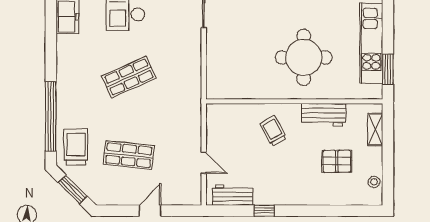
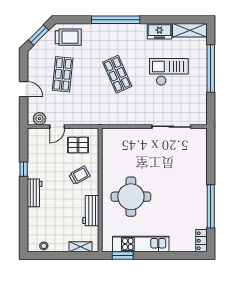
window: (51, 116) -> (116, 20), moved
pallet: (337, 161) -> (78, 145), moved, turned 90
plant: (192, 188) -> (39, 119), added
workbench: (233, 195) -> (35, 193), moved

